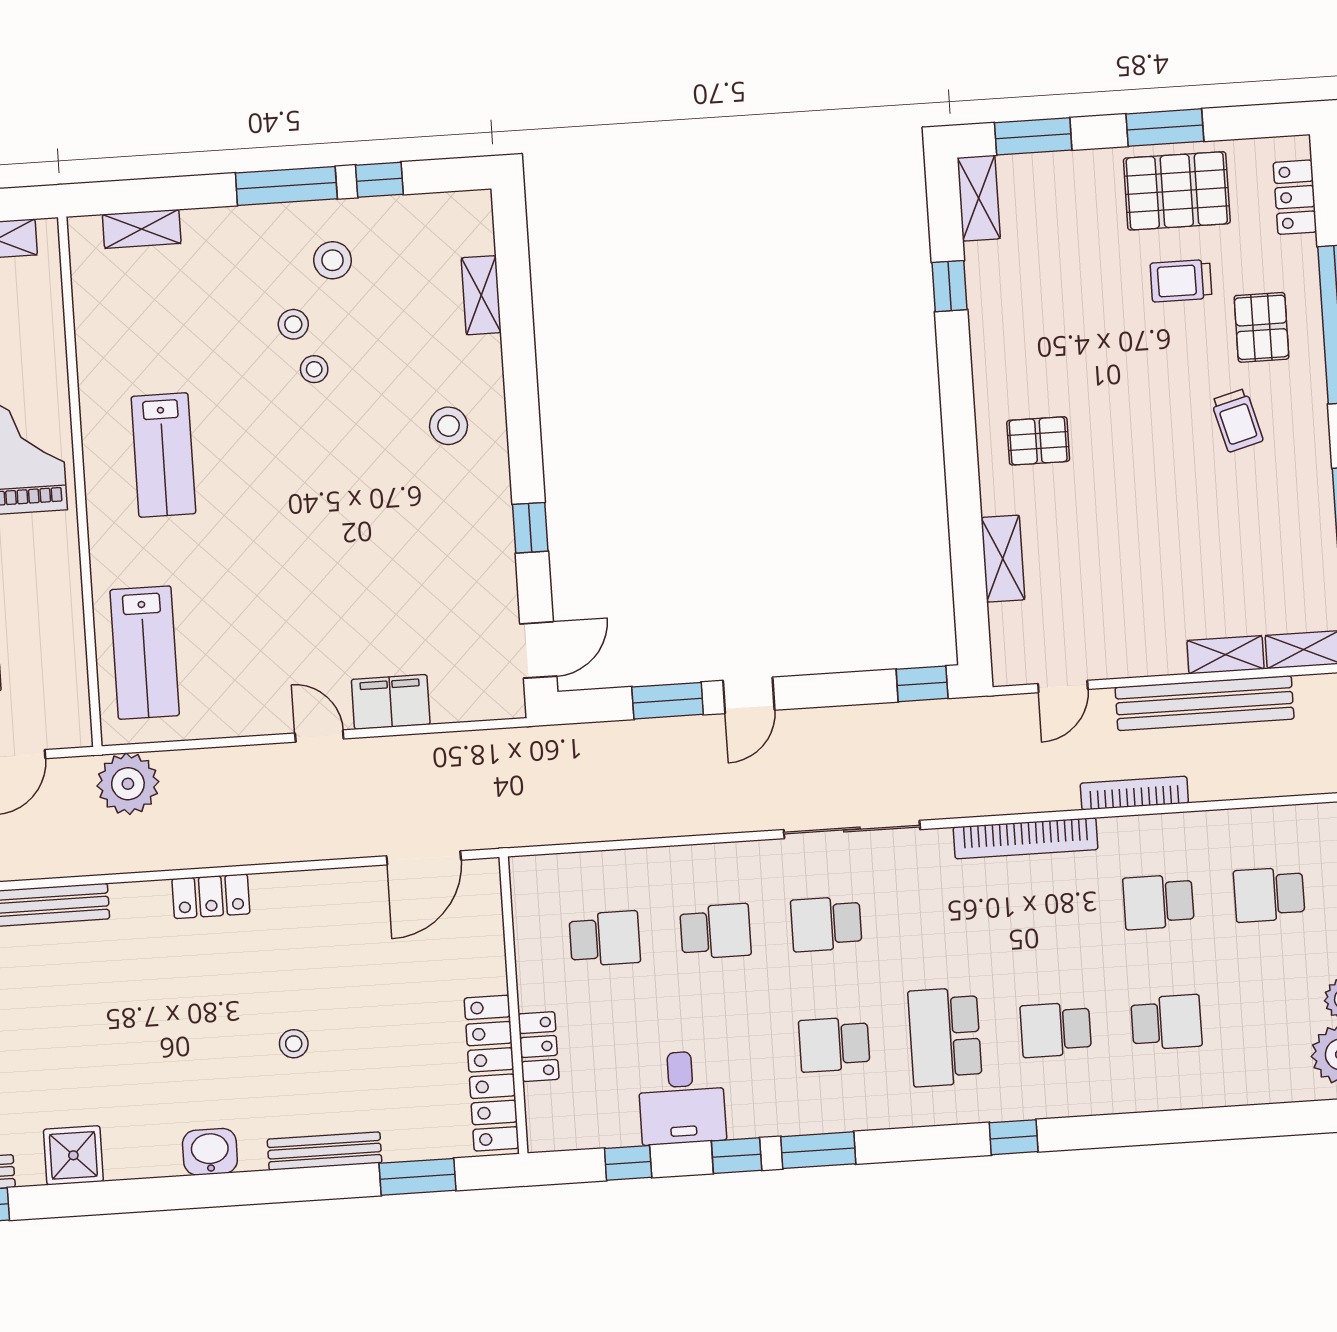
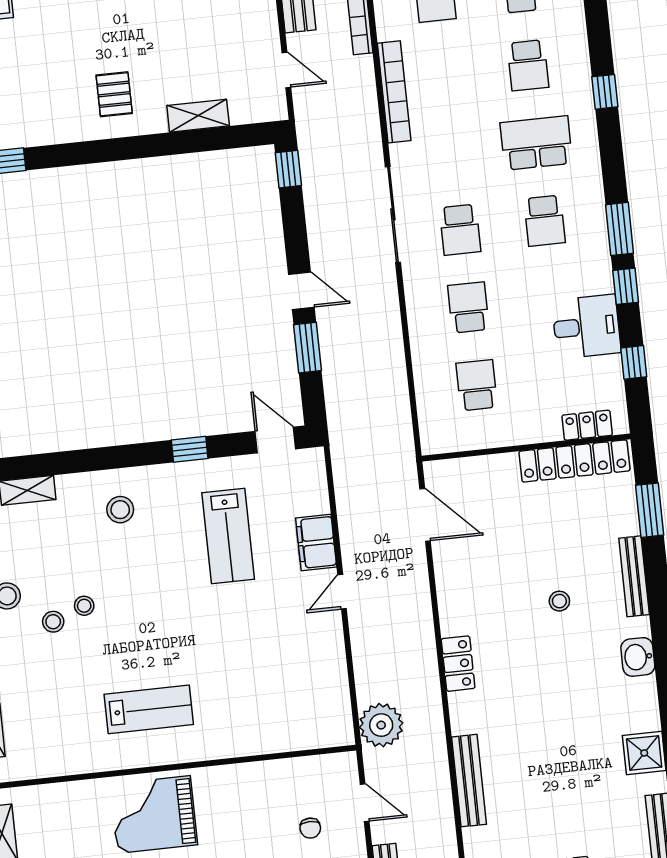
lab bench: (145, 653) -> (228, 536), moved, turned 90
school desk: (945, 1037) -> (536, 143), turned 180
locker: (539, 1047) -> (587, 425), moved

